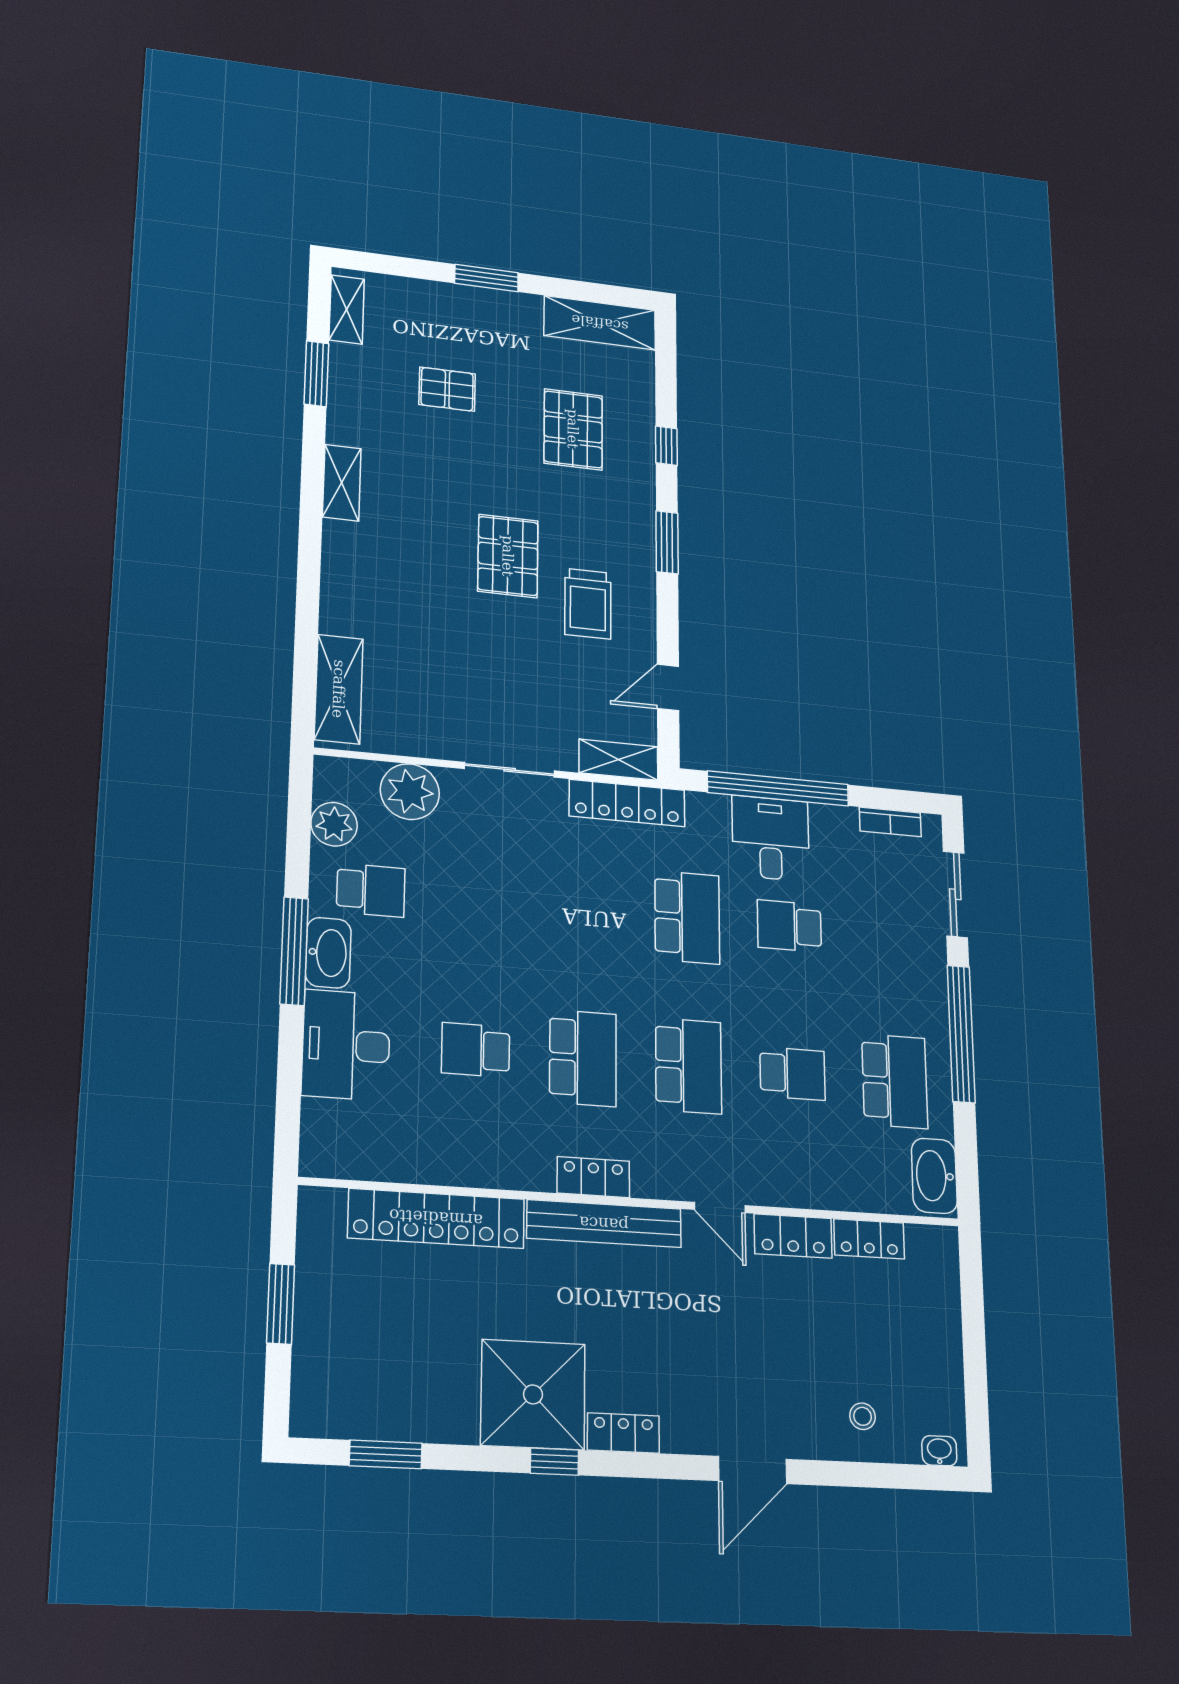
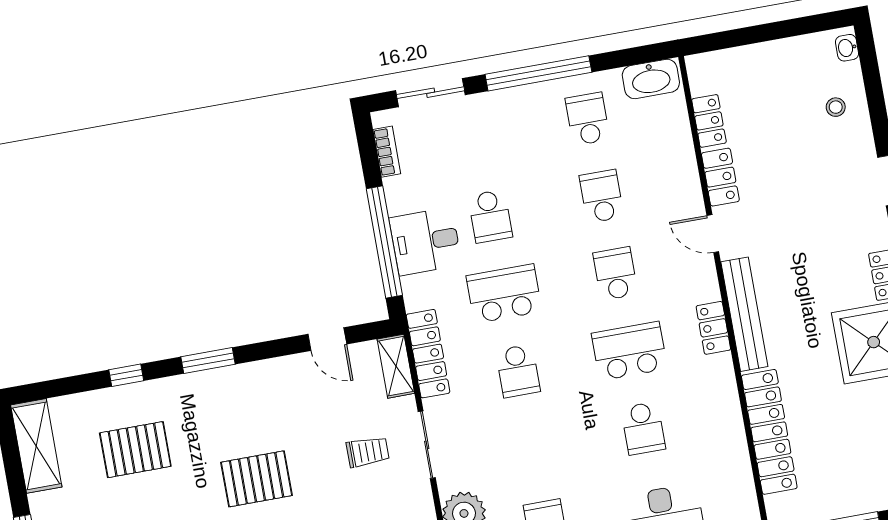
trolley: (588, 604) -> (368, 452), moved, width x0.73, depth x0.72
school desk: (583, 908) -> (518, 371), added
school desk: (689, 1066) -> (615, 274), width x0.54
school desk: (895, 1081) -> (588, 119), width x0.54
door: (720, 1208) -> (713, 234), swing flipped

